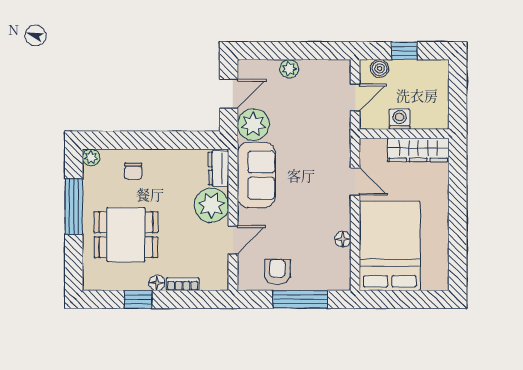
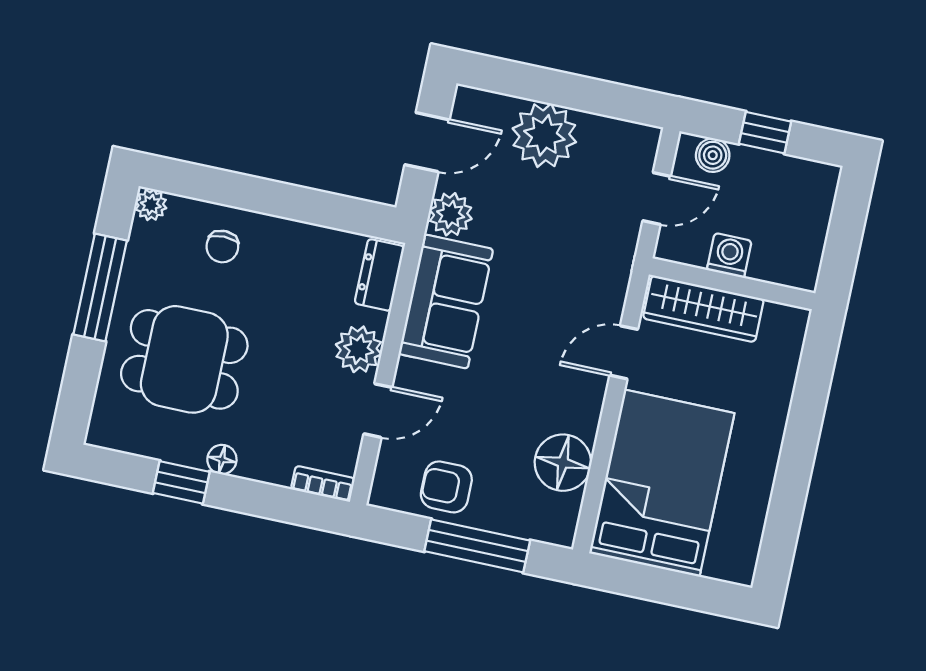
plant: (289, 69) -> (544, 135), width x1.88, depth x1.88
plant: (253, 125) -> (451, 214), width x0.73, depth x0.73
wardrobe: (418, 150) -> (703, 309), moved
door: (355, 182) -> (624, 352), swing flipped
plant: (211, 205) -> (359, 349), width x0.73, depth x0.73
floor lamp: (343, 239) -> (563, 463), width x1.89, depth x1.89
armchair: (277, 272) -> (446, 487), turned -90
bookcase: (183, 284) -> (323, 484), moved

